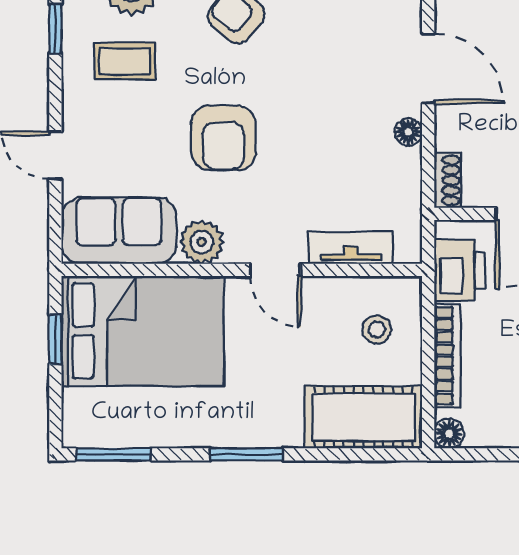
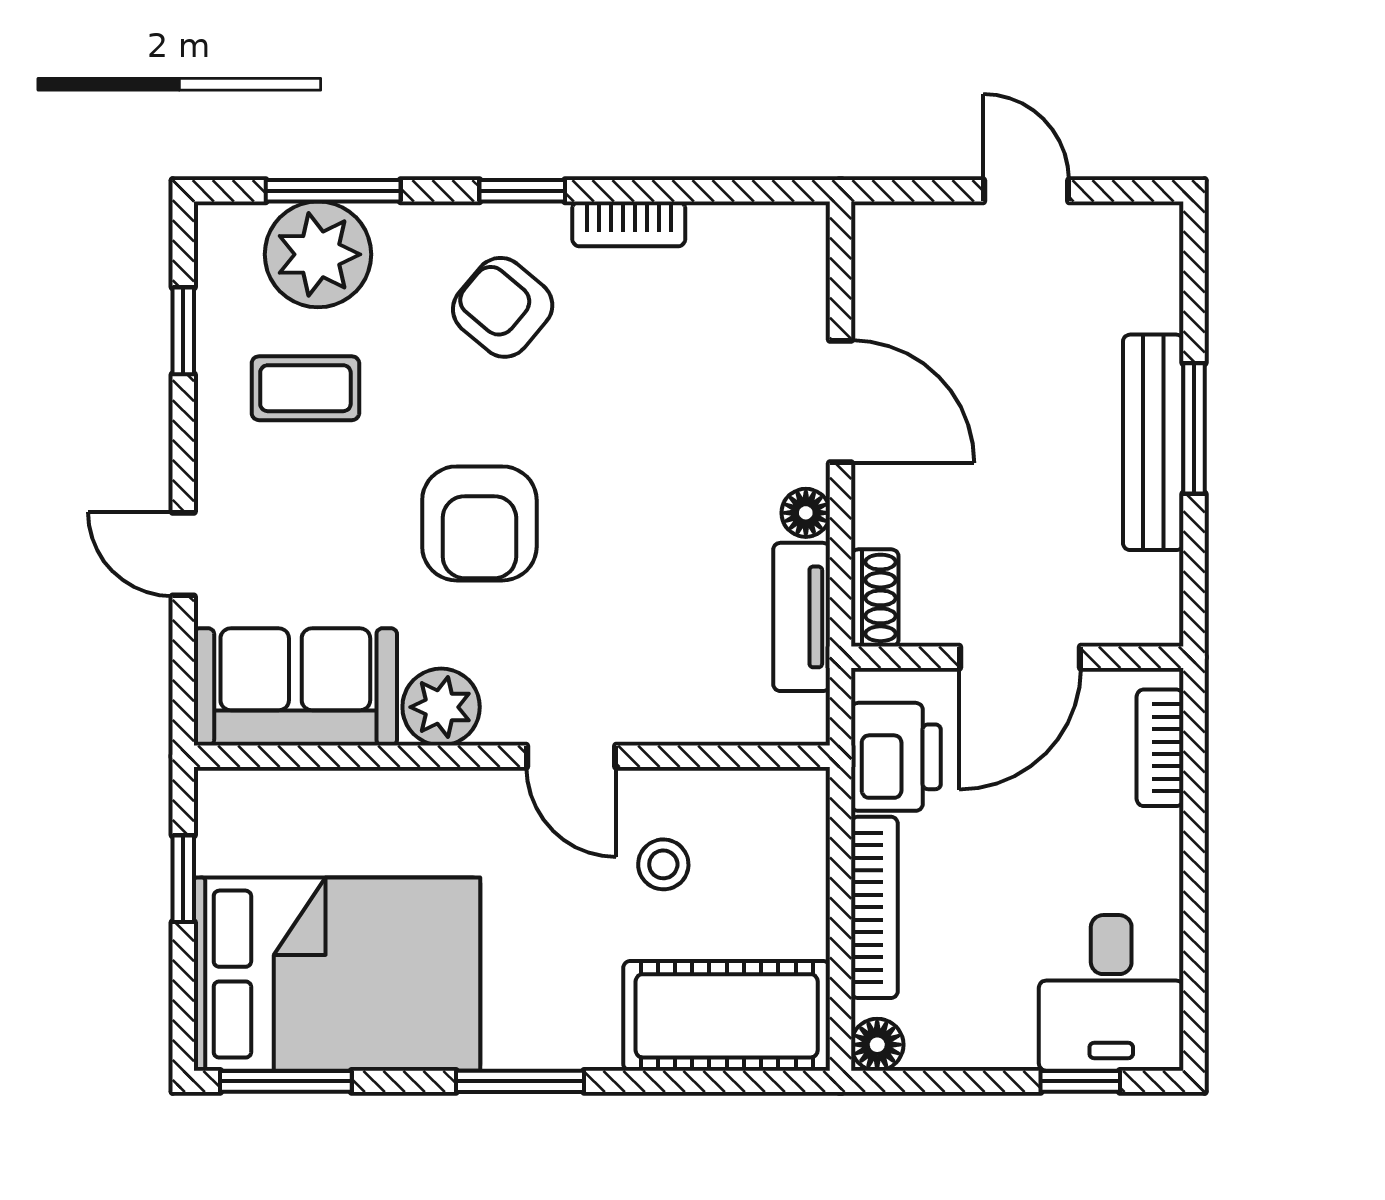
tv unit: (351, 248) -> (802, 617), moved, turned -90
stool: (377, 329) -> (663, 864), moved
bed: (143, 331) -> (337, 974), moved

